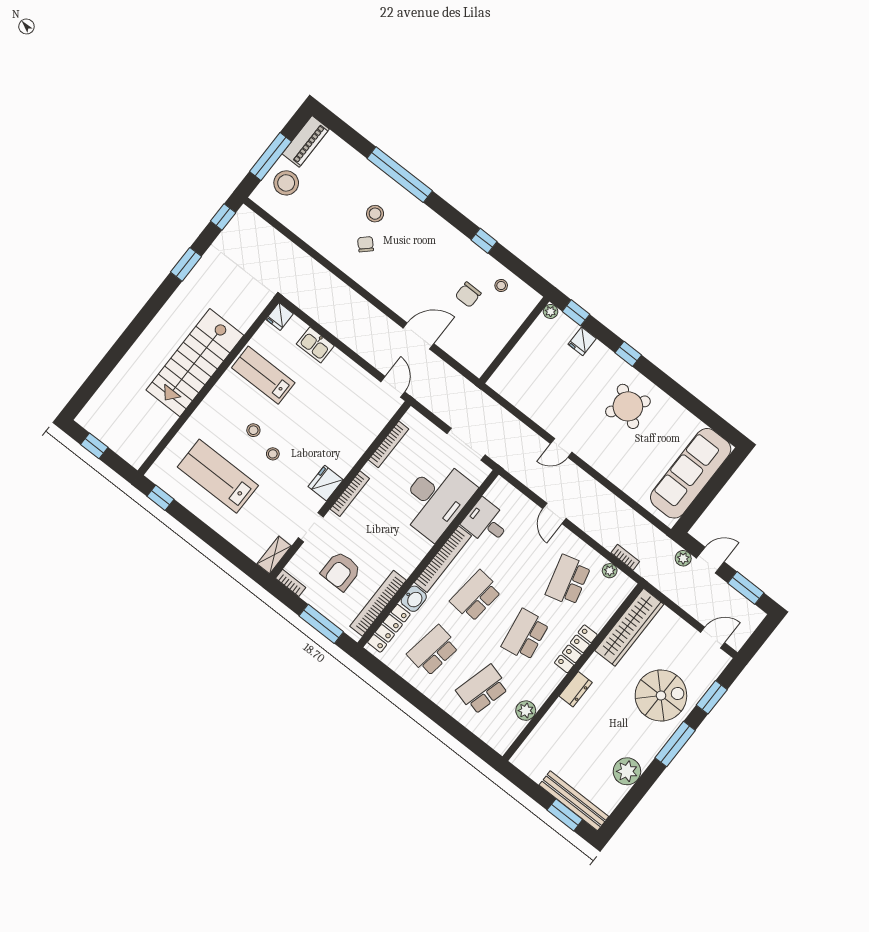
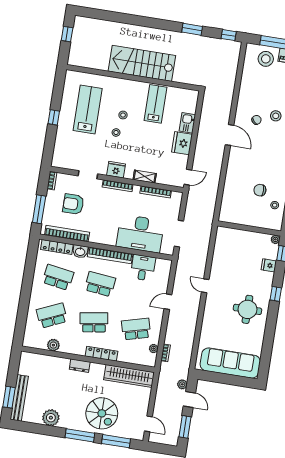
fridge: (280, 316) -> (182, 143), moved, width x1.88, depth x1.34
door: (418, 336) -> (229, 135), moved
round table: (628, 406) -> (247, 309), turned -35
window: (160, 498) -> (54, 117), moved
shelving: (274, 555) -> (145, 177), moved
school desk: (482, 689) -> (52, 316), turned -39
window: (712, 697) -> (116, 441), width x1.44

